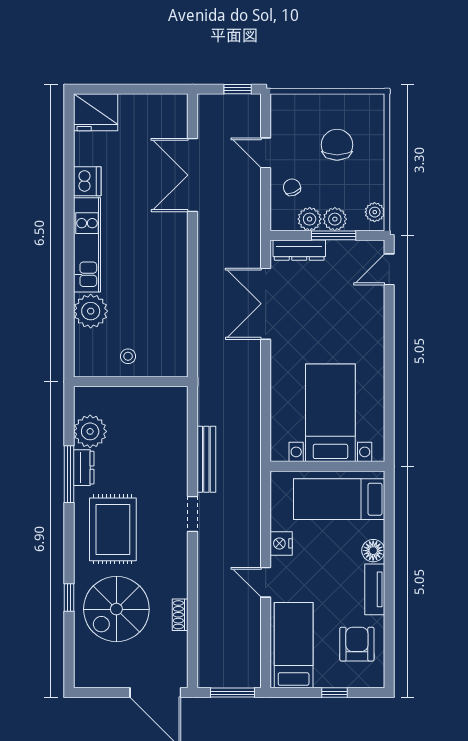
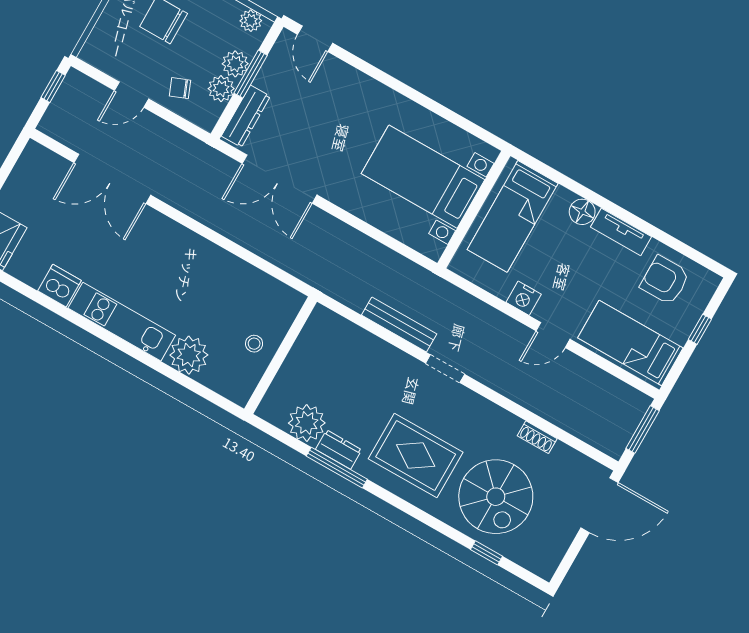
window: (69, 598) -> (486, 553), moved

